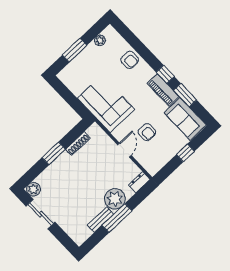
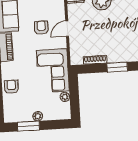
plant: (100, 40) -> (38, 116), moved
window: (75, 50) -> (28, 126), moved
plant: (77, 90) -> (65, 97), added

